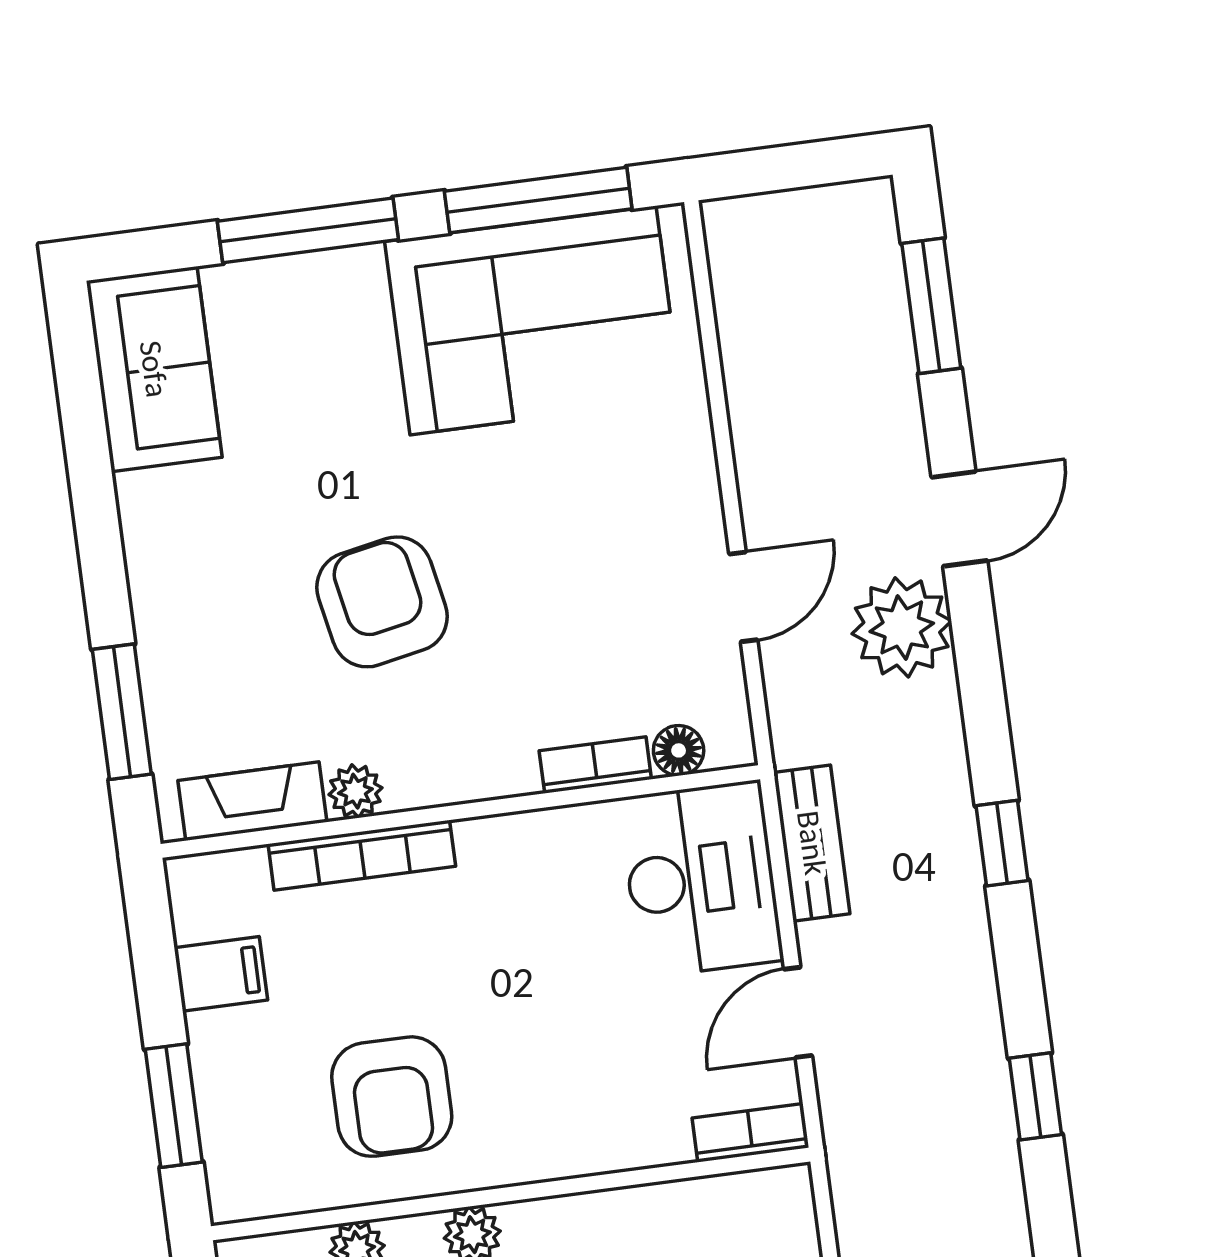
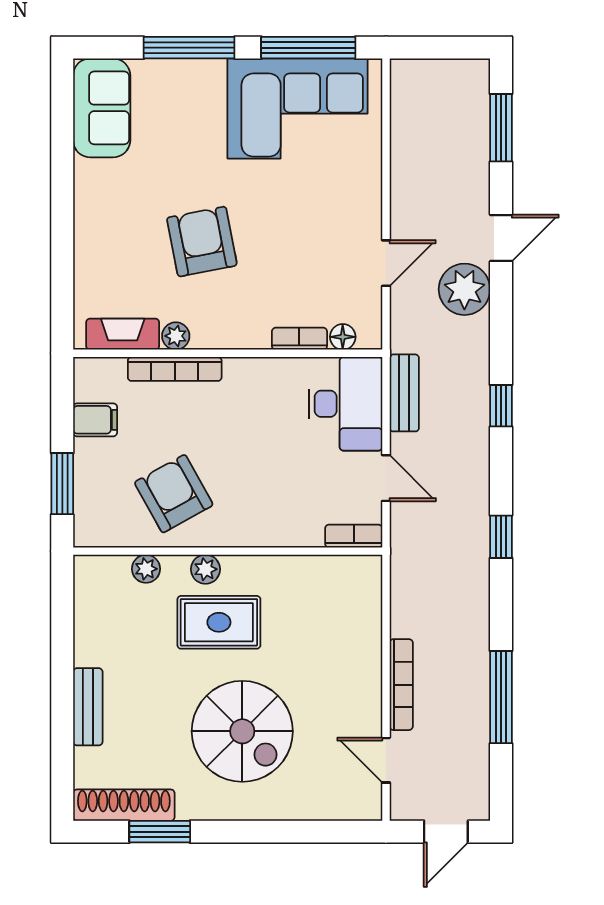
window: (122, 712) -> (62, 280), removed
door: (798, 1012) -> (386, 478), swing flipped
armchair: (392, 1097) -> (174, 494), turned 151

